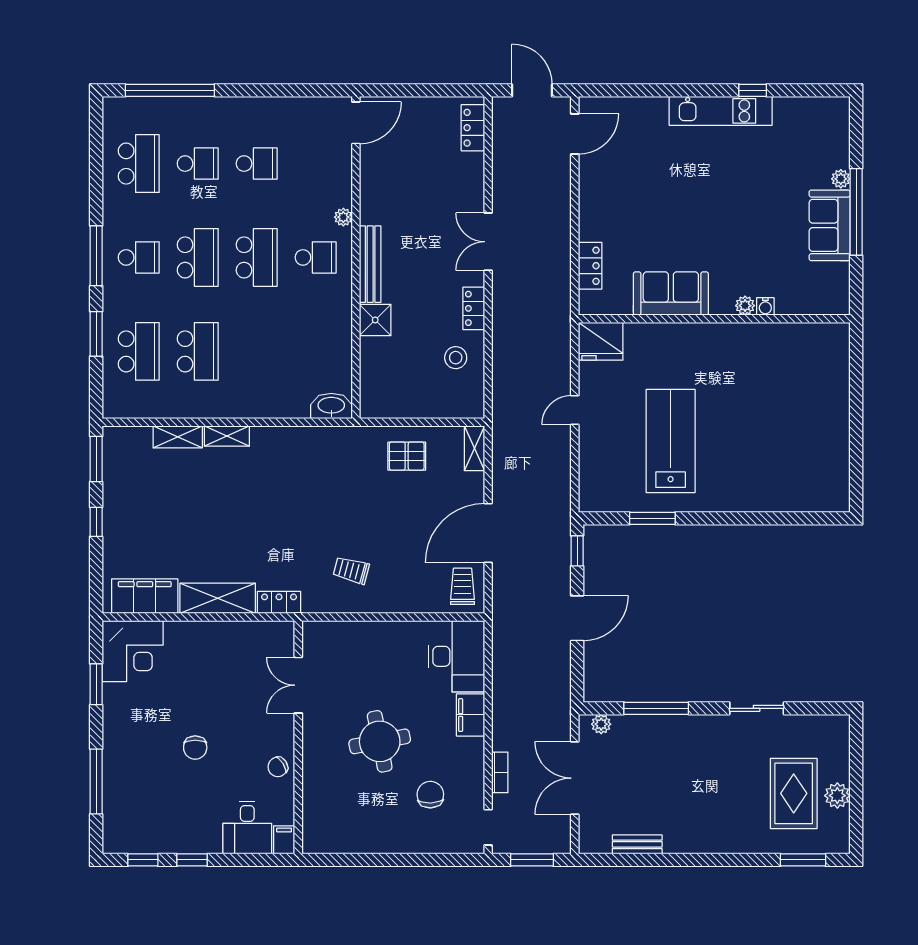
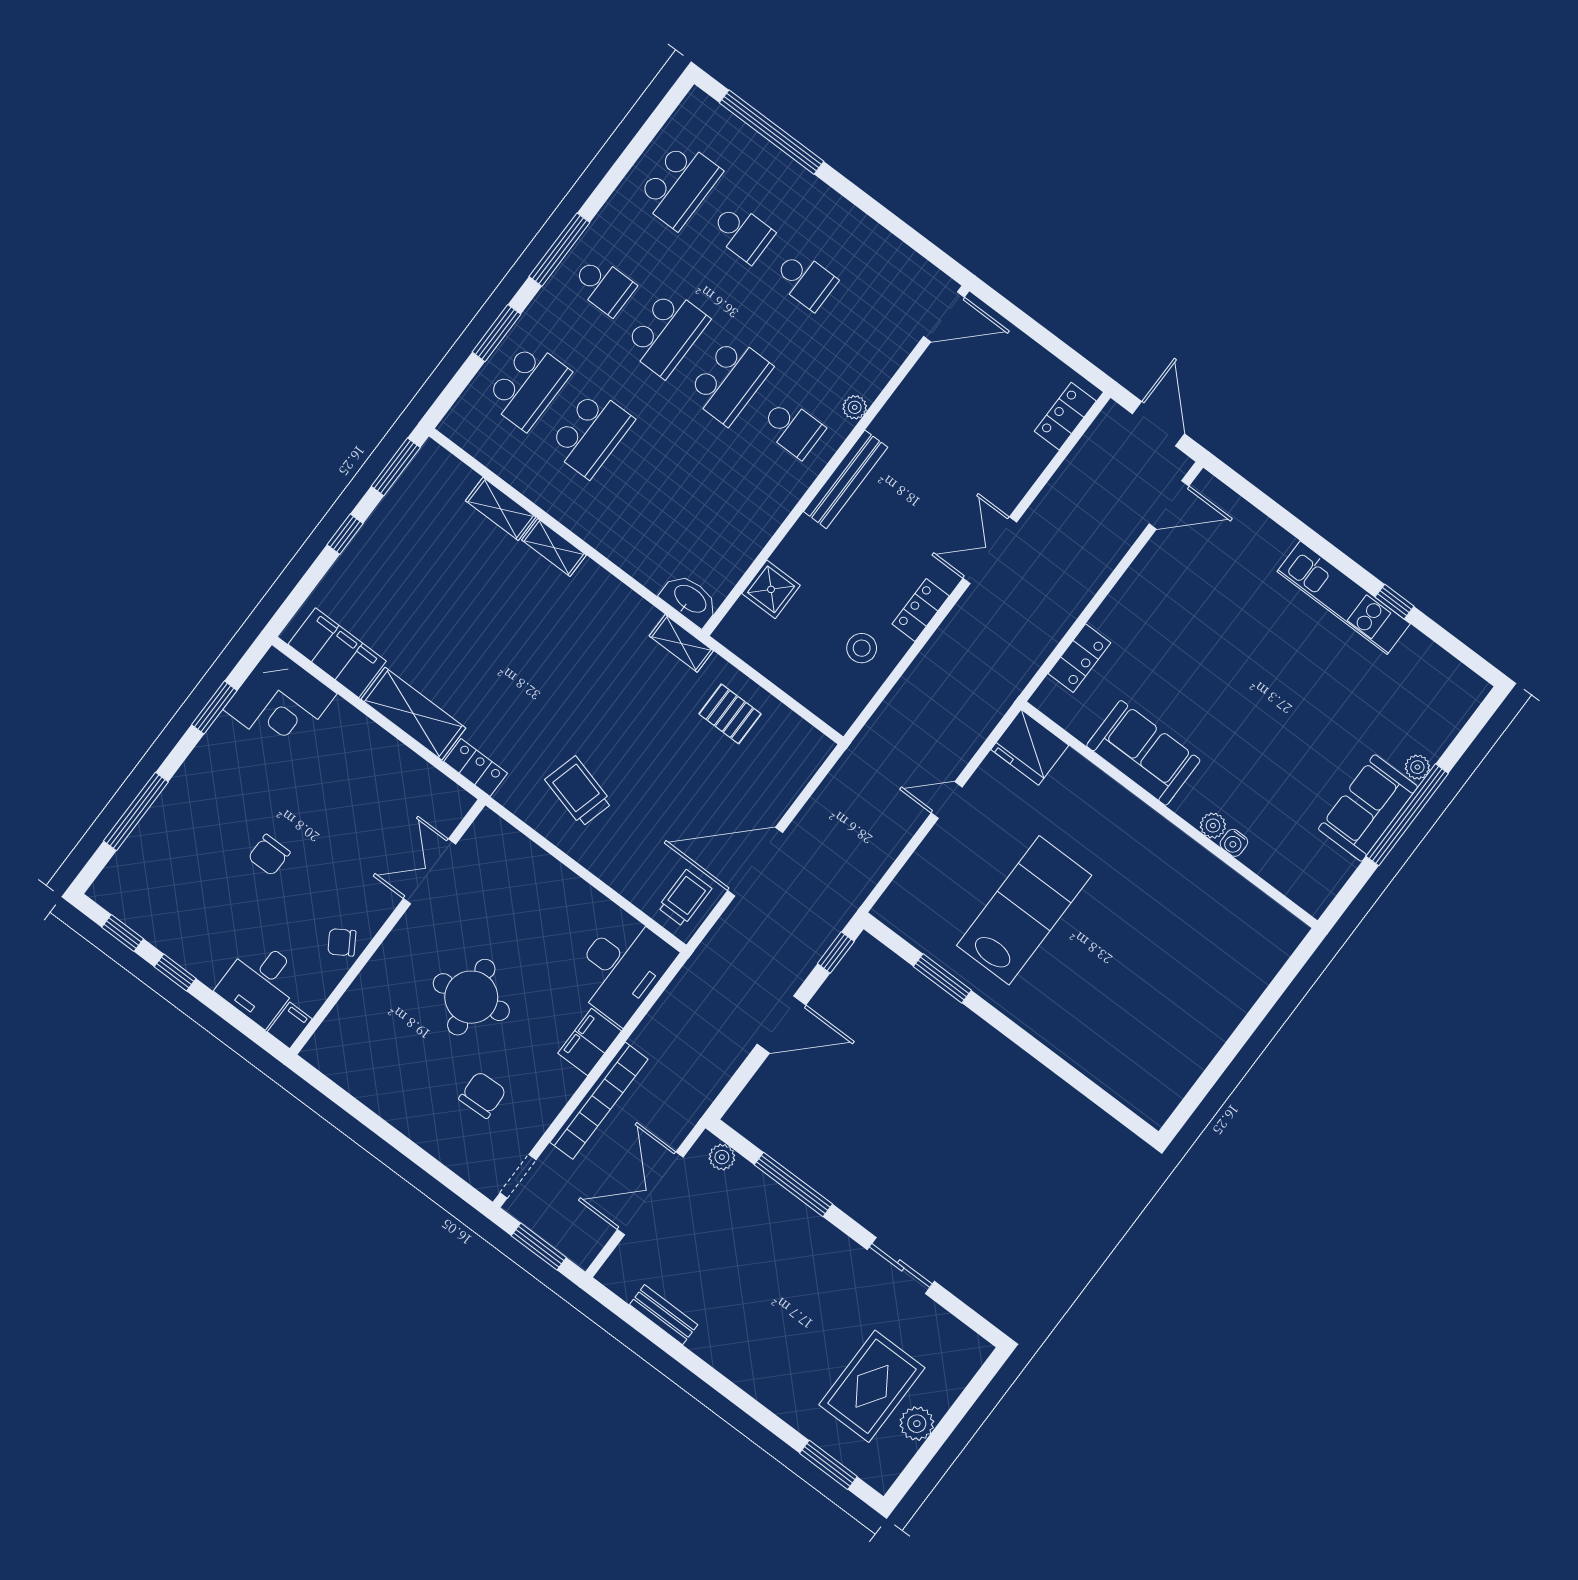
shower: (375, 320) -> (771, 589), moved
shelving: (474, 448) -> (681, 643), moved, turned 90
trolley: (351, 570) -> (579, 791), width x1.36, depth x1.39
bookcase: (500, 772) -> (599, 1101), width x2.31, depth x1.31

